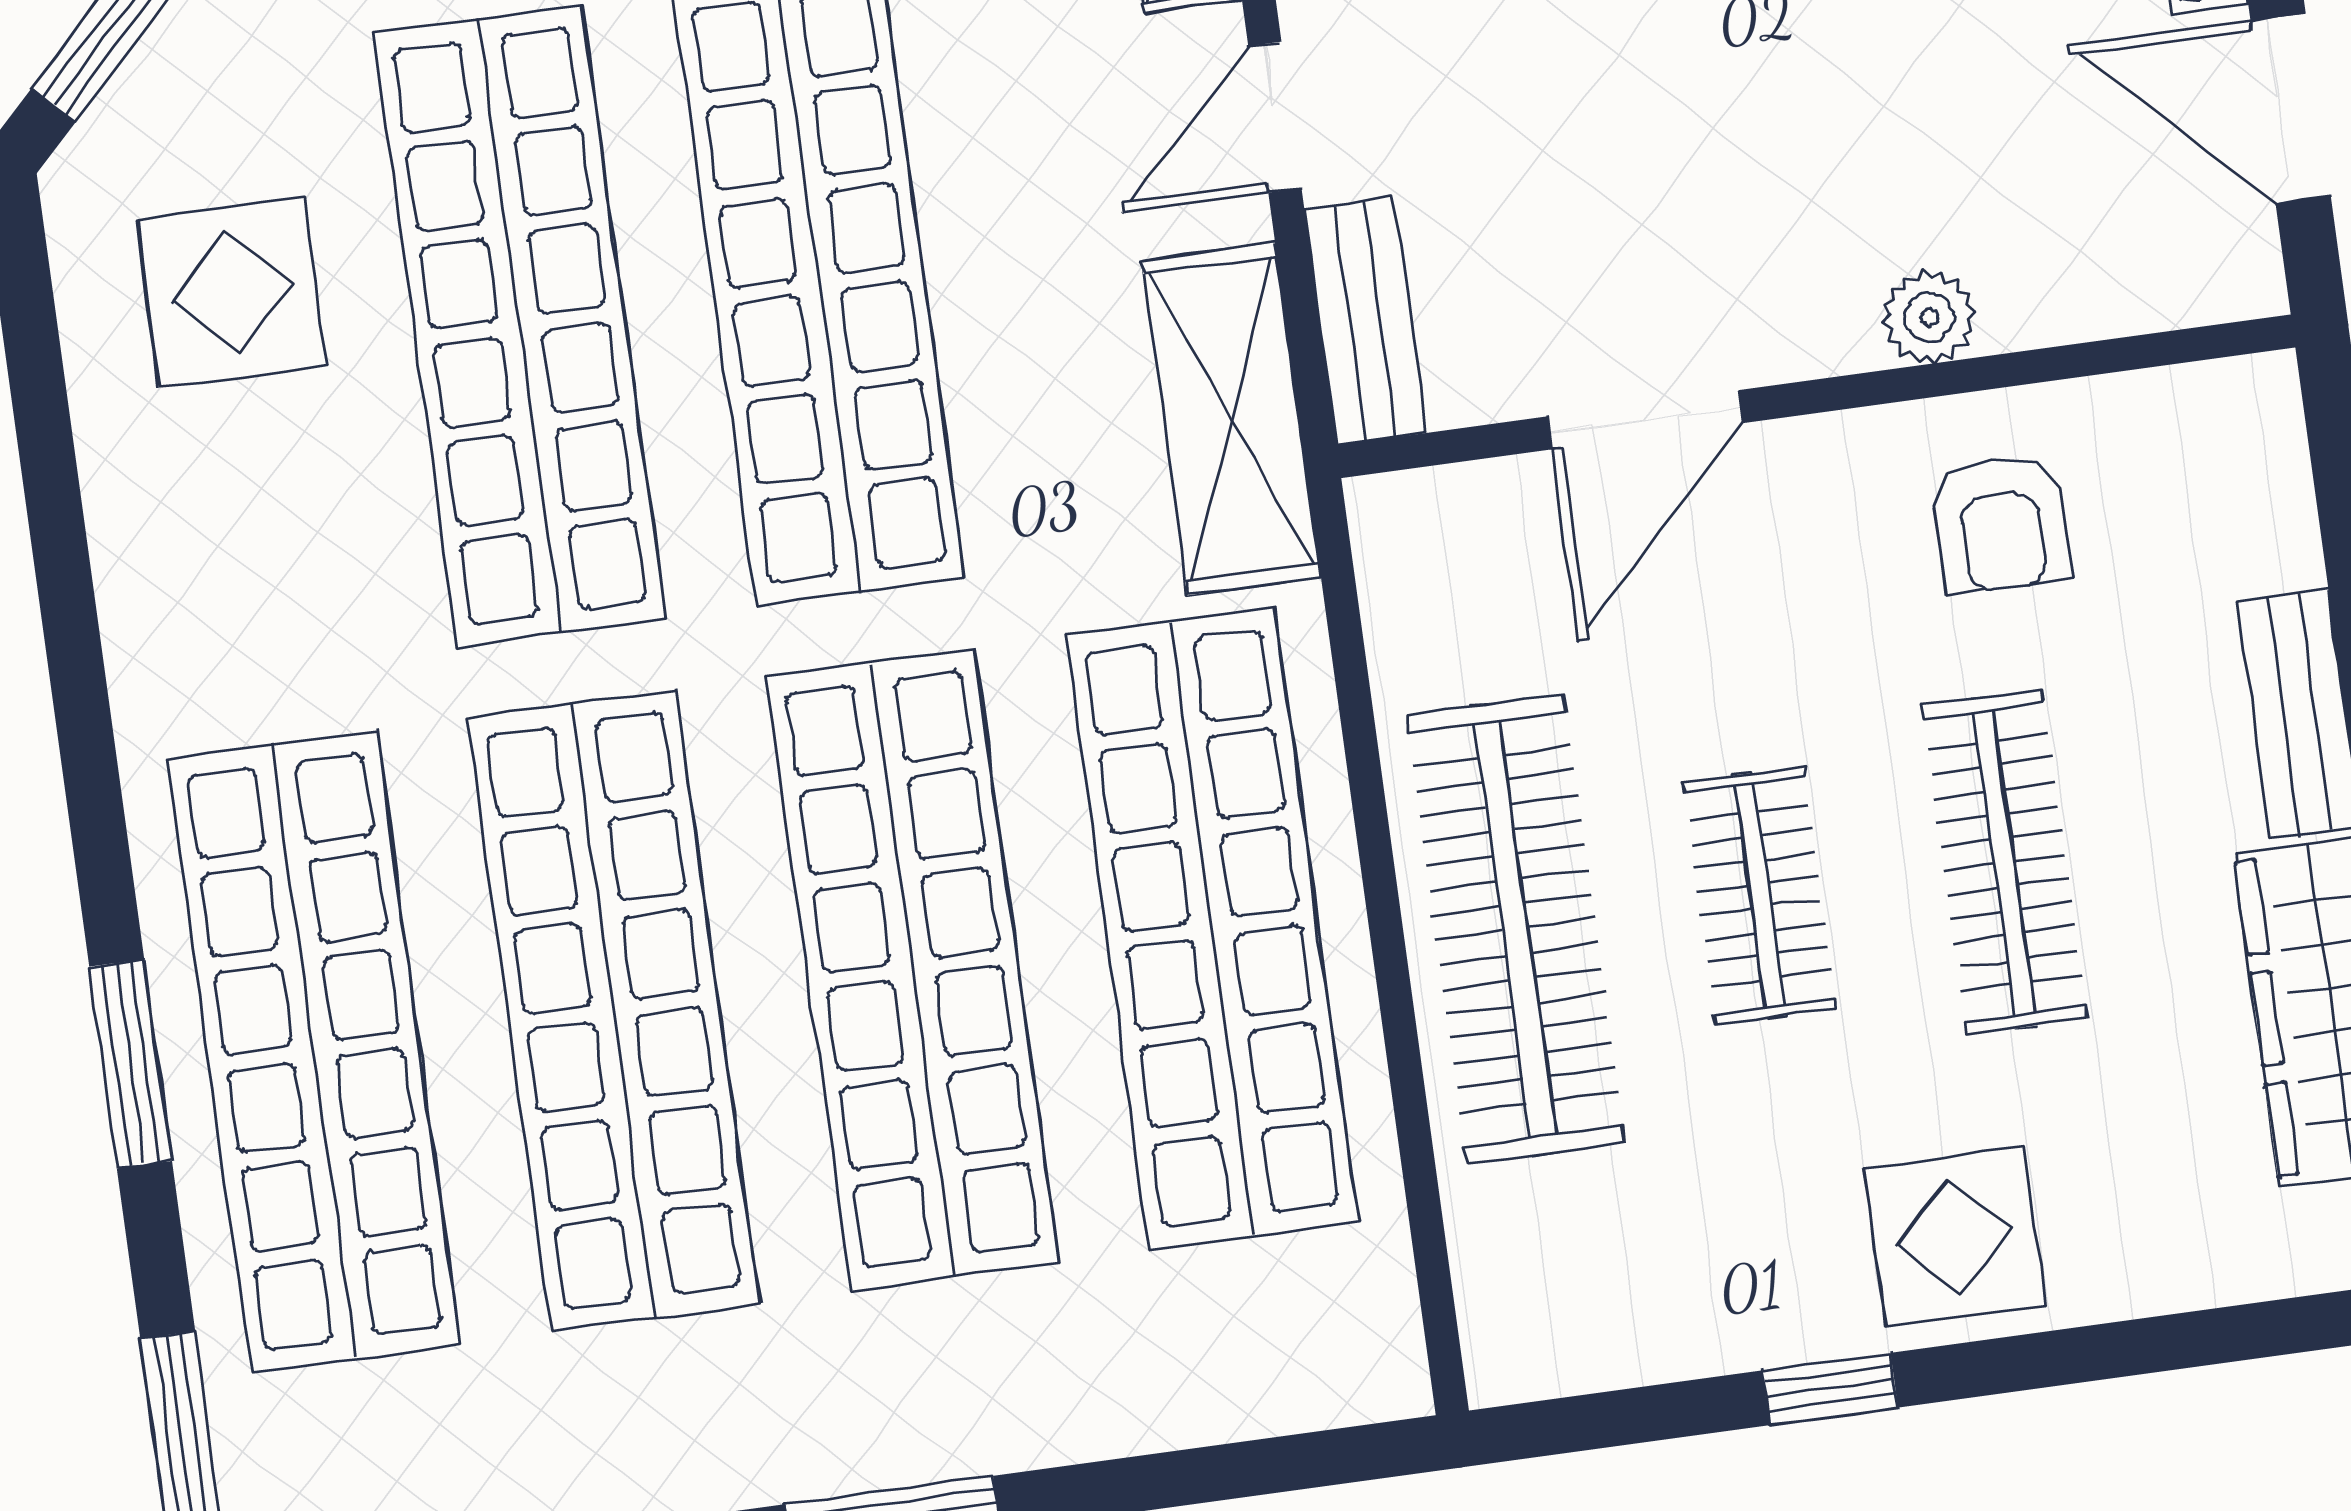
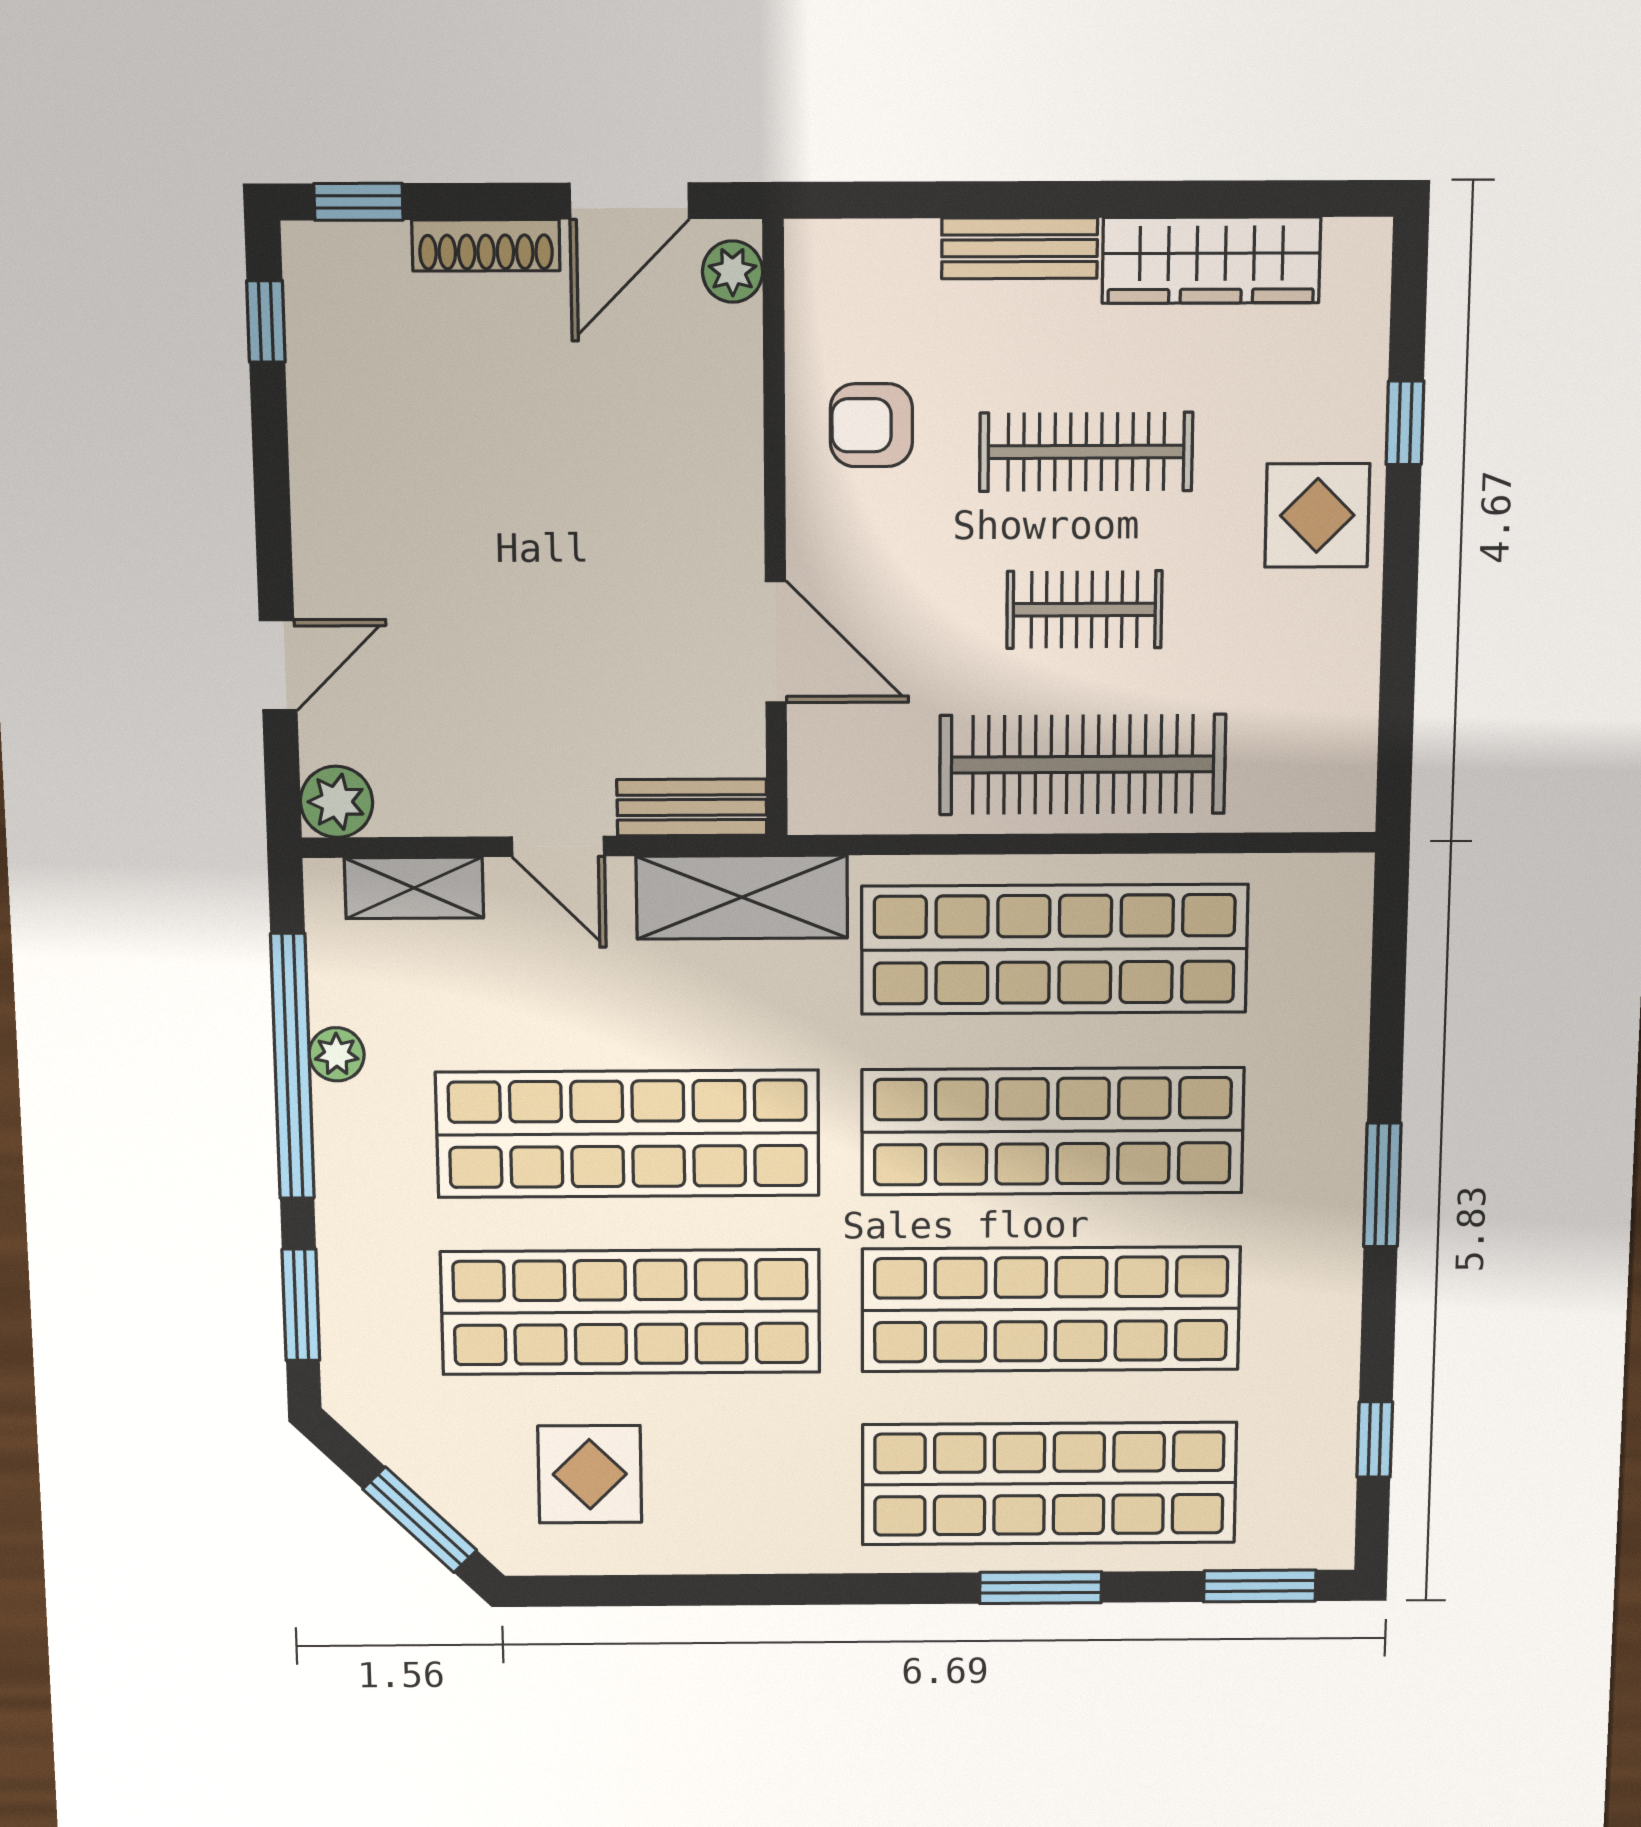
plant: (1929, 317) -> (733, 272), moved
armchair: (2001, 524) -> (871, 425), turned 180
window: (1830, 1389) -> (1405, 423), moved

